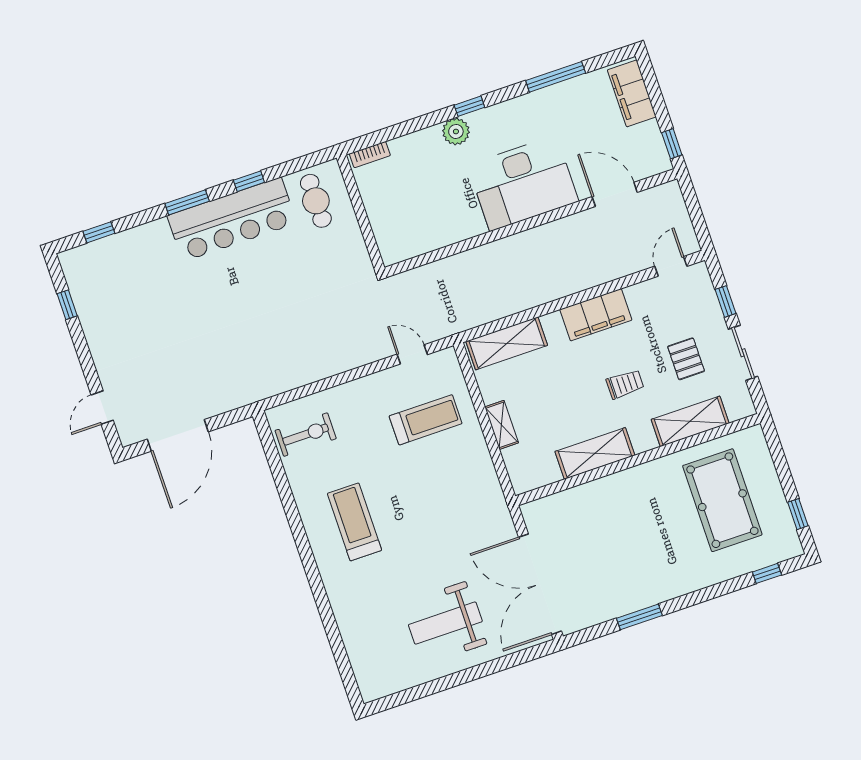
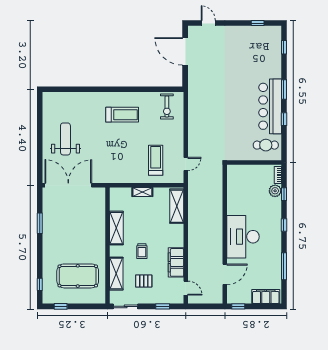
window: (405, 128) -> (284, 194), added
plant: (456, 131) -> (275, 191), moved
filing cabinet: (596, 315) -> (176, 262), moved
sliding door: (743, 353) -> (126, 306), moved
treadmill: (426, 420) -> (156, 160), turned 180

